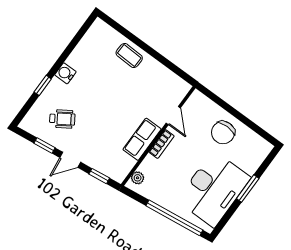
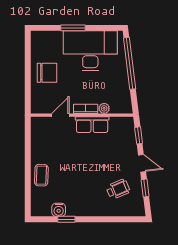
water cooler: (65, 73) -> (59, 210), moved
window: (43, 85) -> (66, 219), moved
wheelchair: (62, 119) -> (118, 189), turned 100
plant: (138, 178) -> (104, 108), moved

